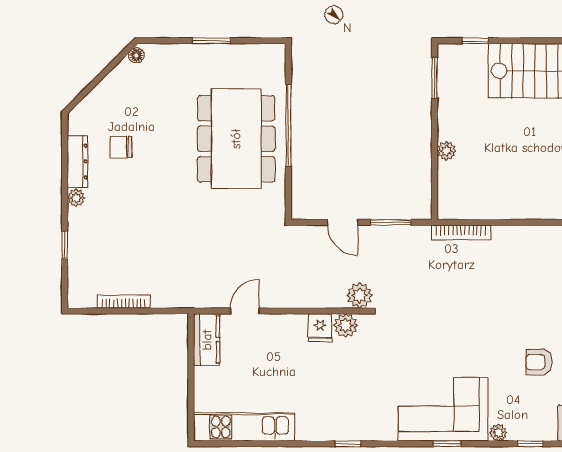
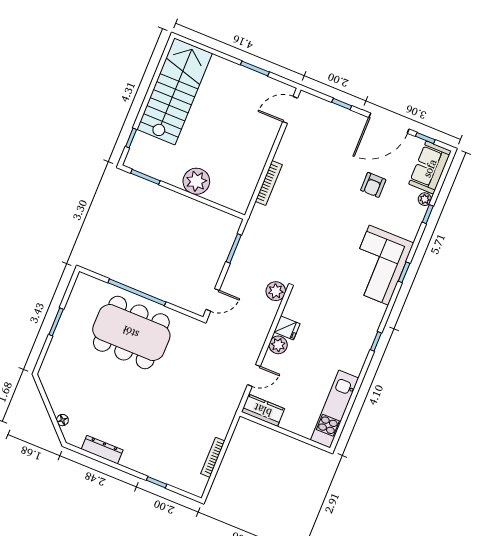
floor lamp: (136, 55) -> (62, 420), moved
chair: (121, 147) -> (104, 415), removed
plant: (447, 151) -> (196, 181), width x1.88, depth x1.88
plant: (76, 198) -> (127, 461), removed
door: (343, 222) -> (213, 300), moved
bookcase: (461, 233) -> (269, 183), moved
door: (245, 311) -> (254, 376), swing flipped
plant: (346, 325) -> (278, 345), moved
plant: (498, 433) -> (425, 199), moved

